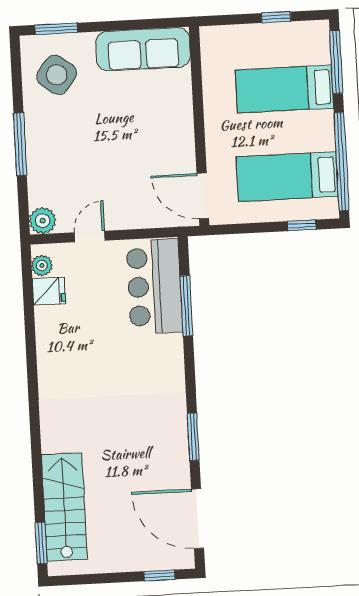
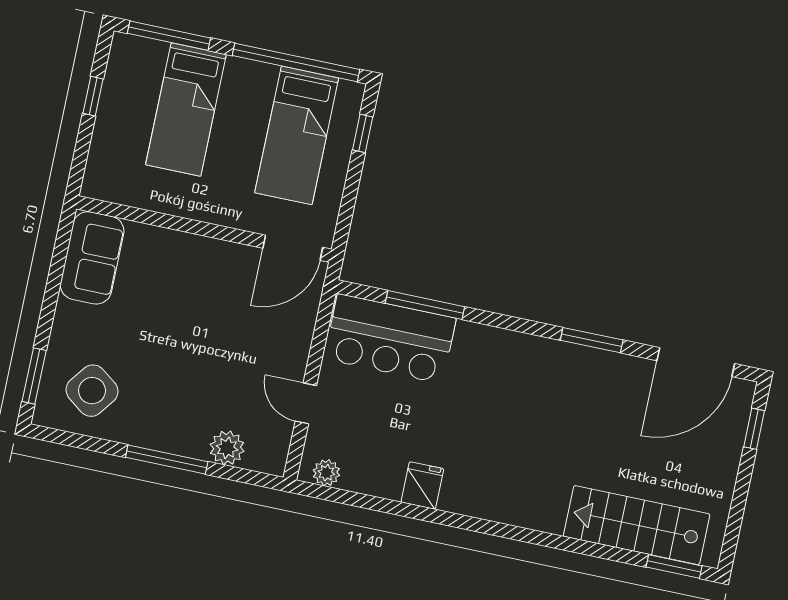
sofa: (143, 49) -> (92, 258), width x0.73
plant: (43, 221) -> (227, 448), moved
fridge: (49, 291) -> (422, 485), moved

